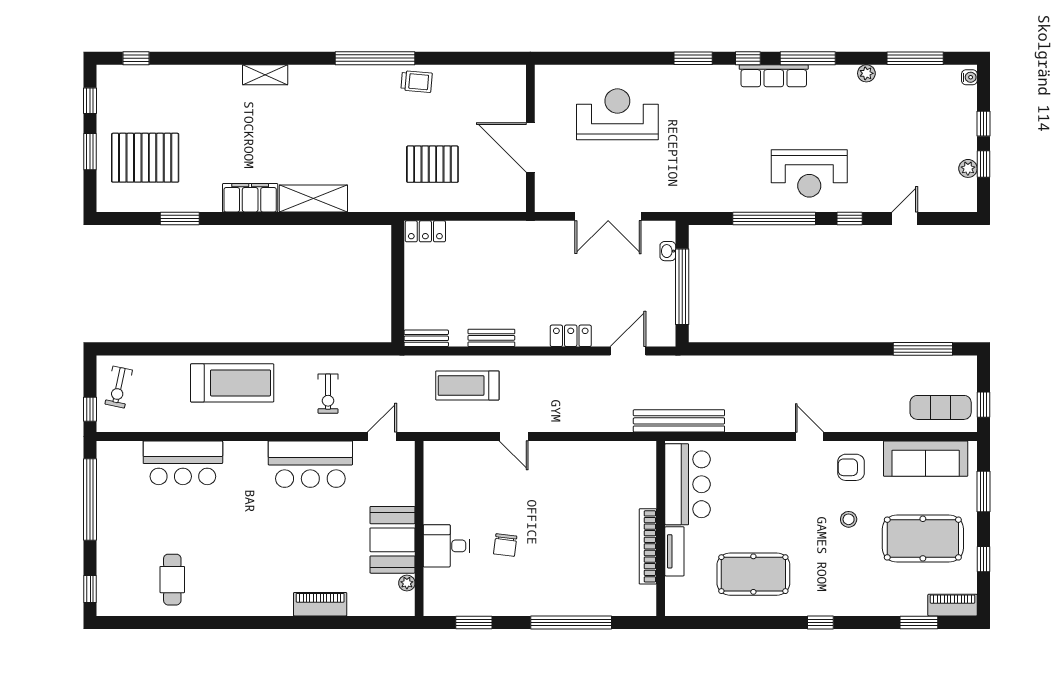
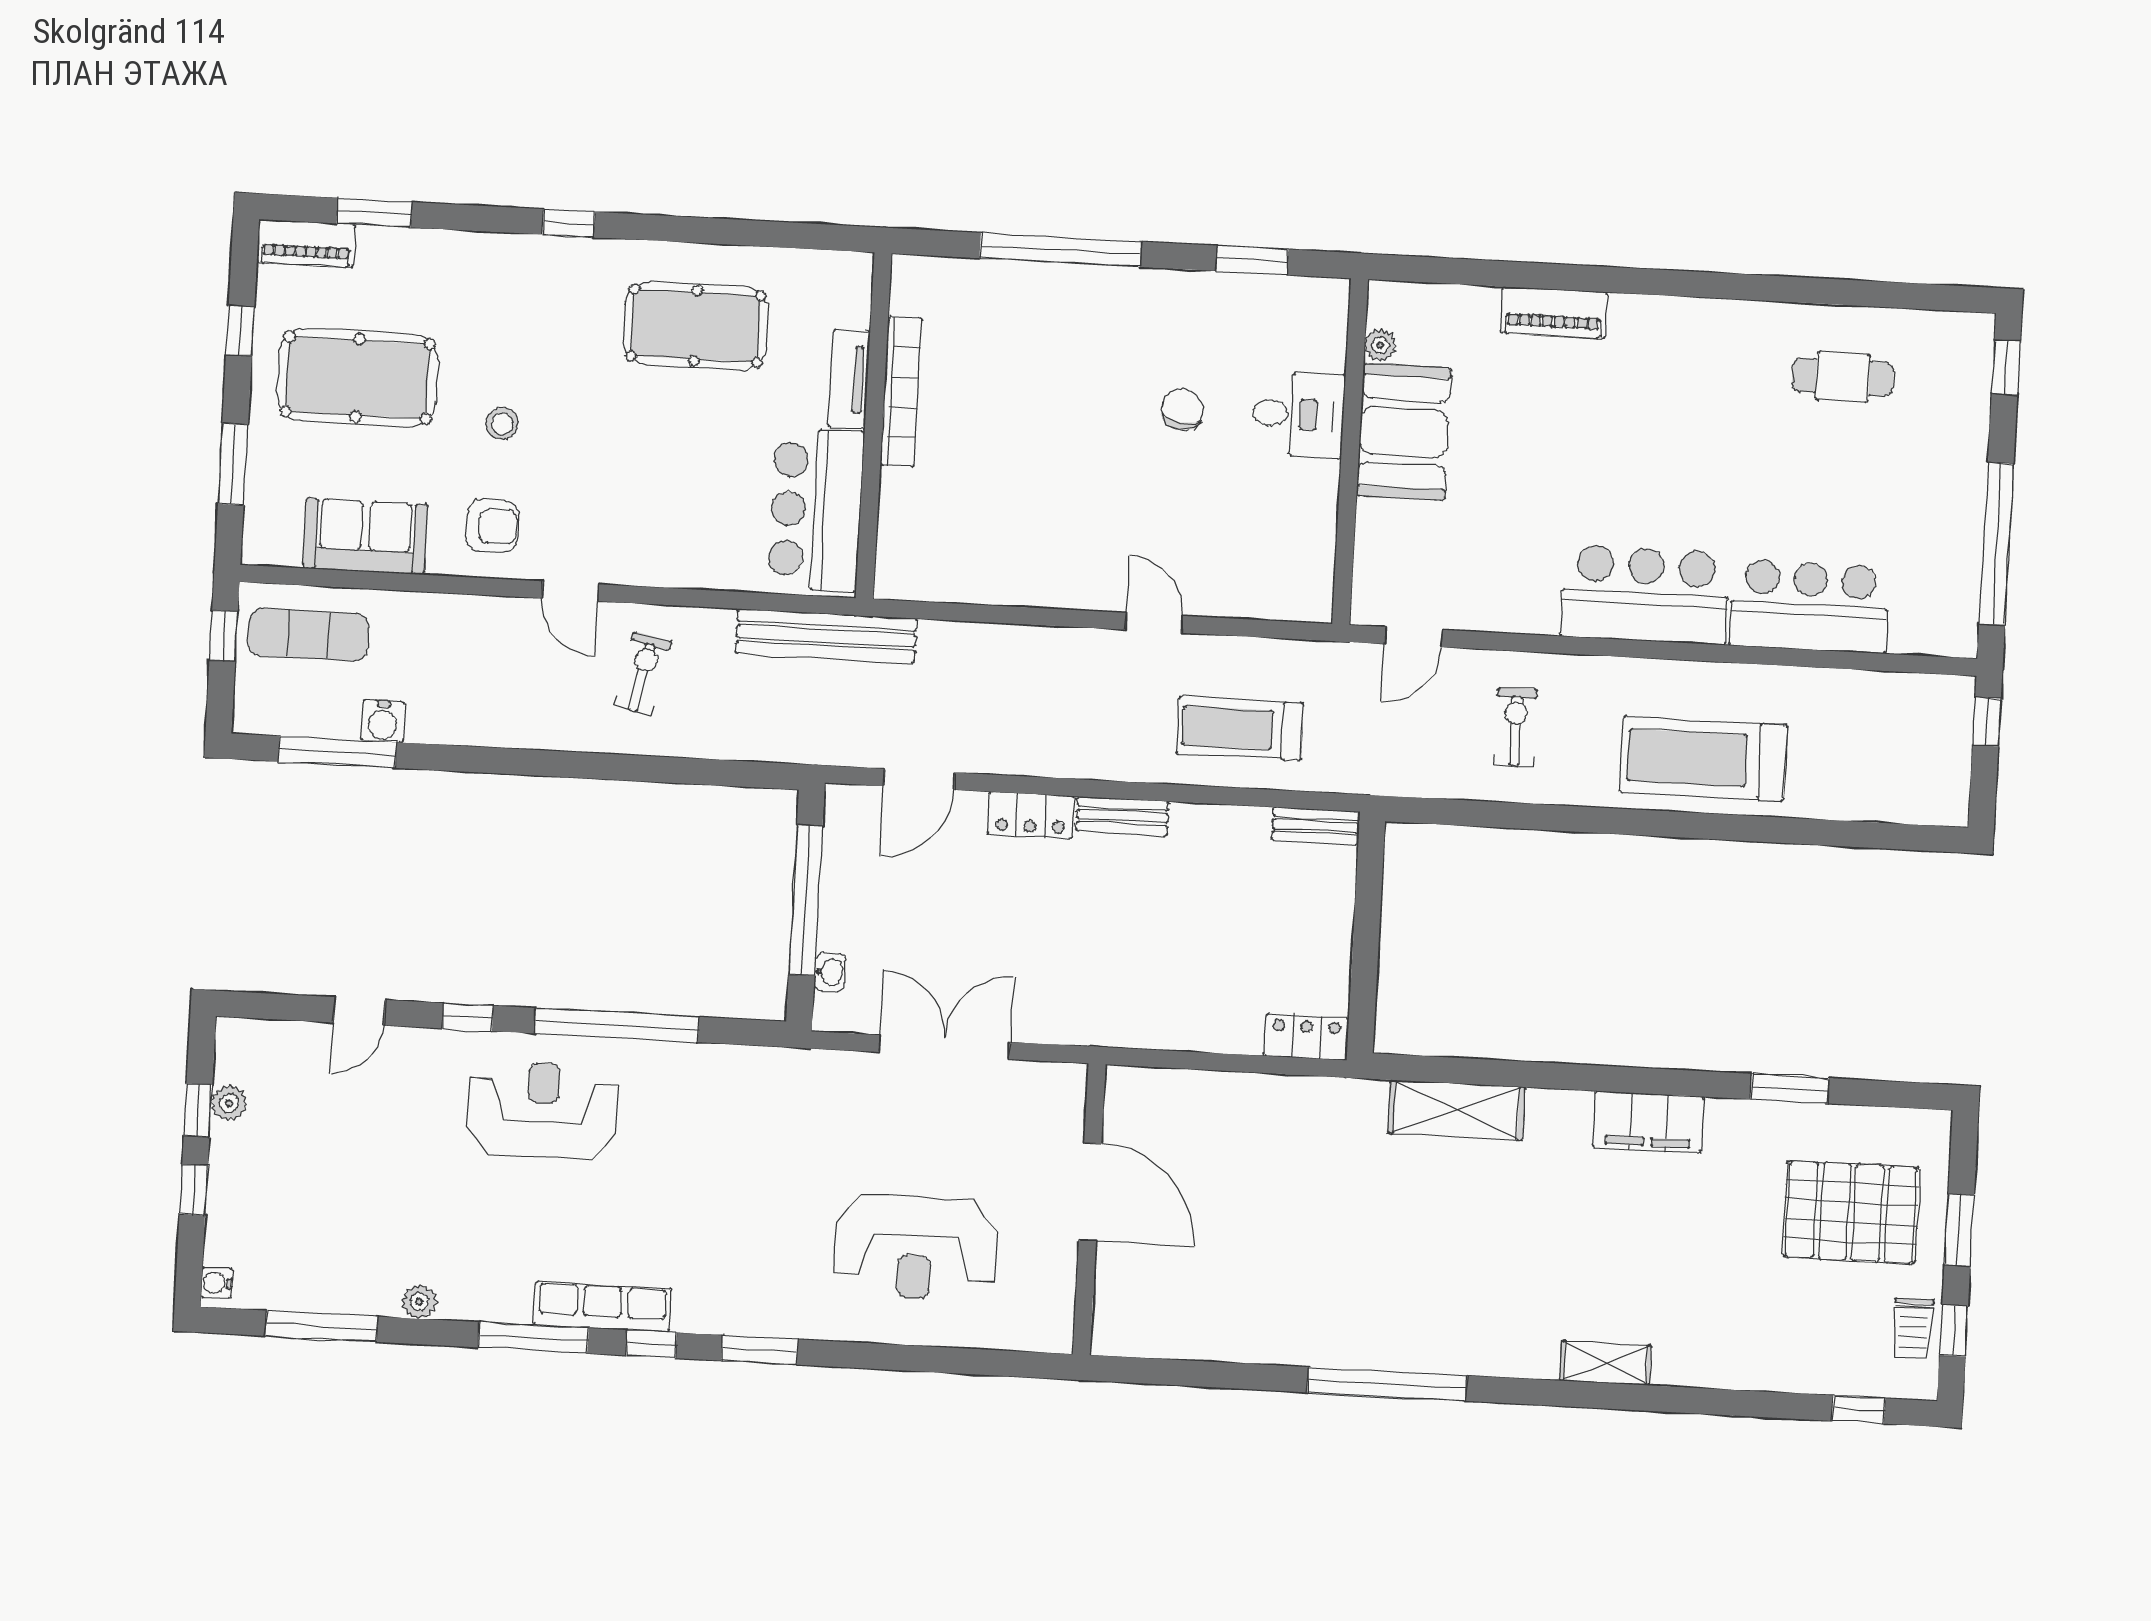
trolley: (417, 82) -> (1913, 1328), moved, turned -95
pallet: (432, 164) -> (1285, 1169), removed
shelving: (313, 198) -> (1456, 1110), moved
bench: (491, 338) -> (1122, 816), moved
water cooler: (901, 366) -> (383, 721), added
treadmill: (467, 385) -> (1240, 728), turned 180
exercise bike: (119, 387) -> (643, 674), moved
sofa: (926, 459) -> (366, 536), width x0.73
bar counter: (310, 464) -> (1645, 595), moved
cafe table: (172, 580) -> (1843, 377), turned 90

